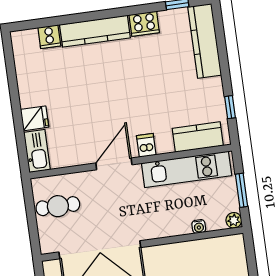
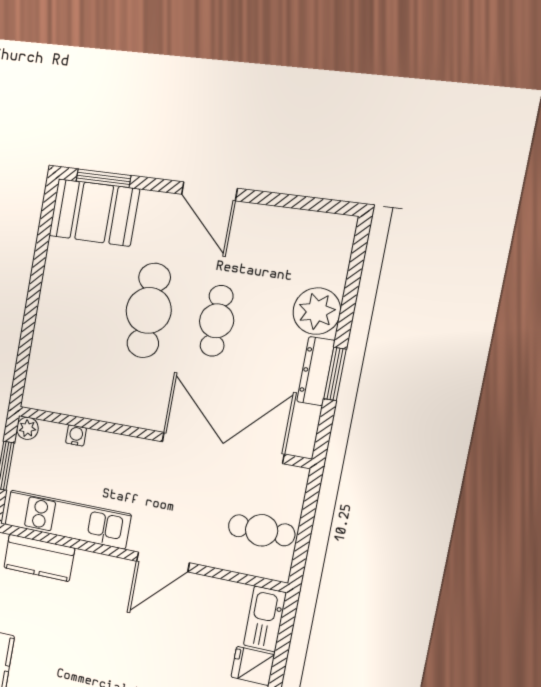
dishwasher: (146, 145) -> (111, 571), removed

